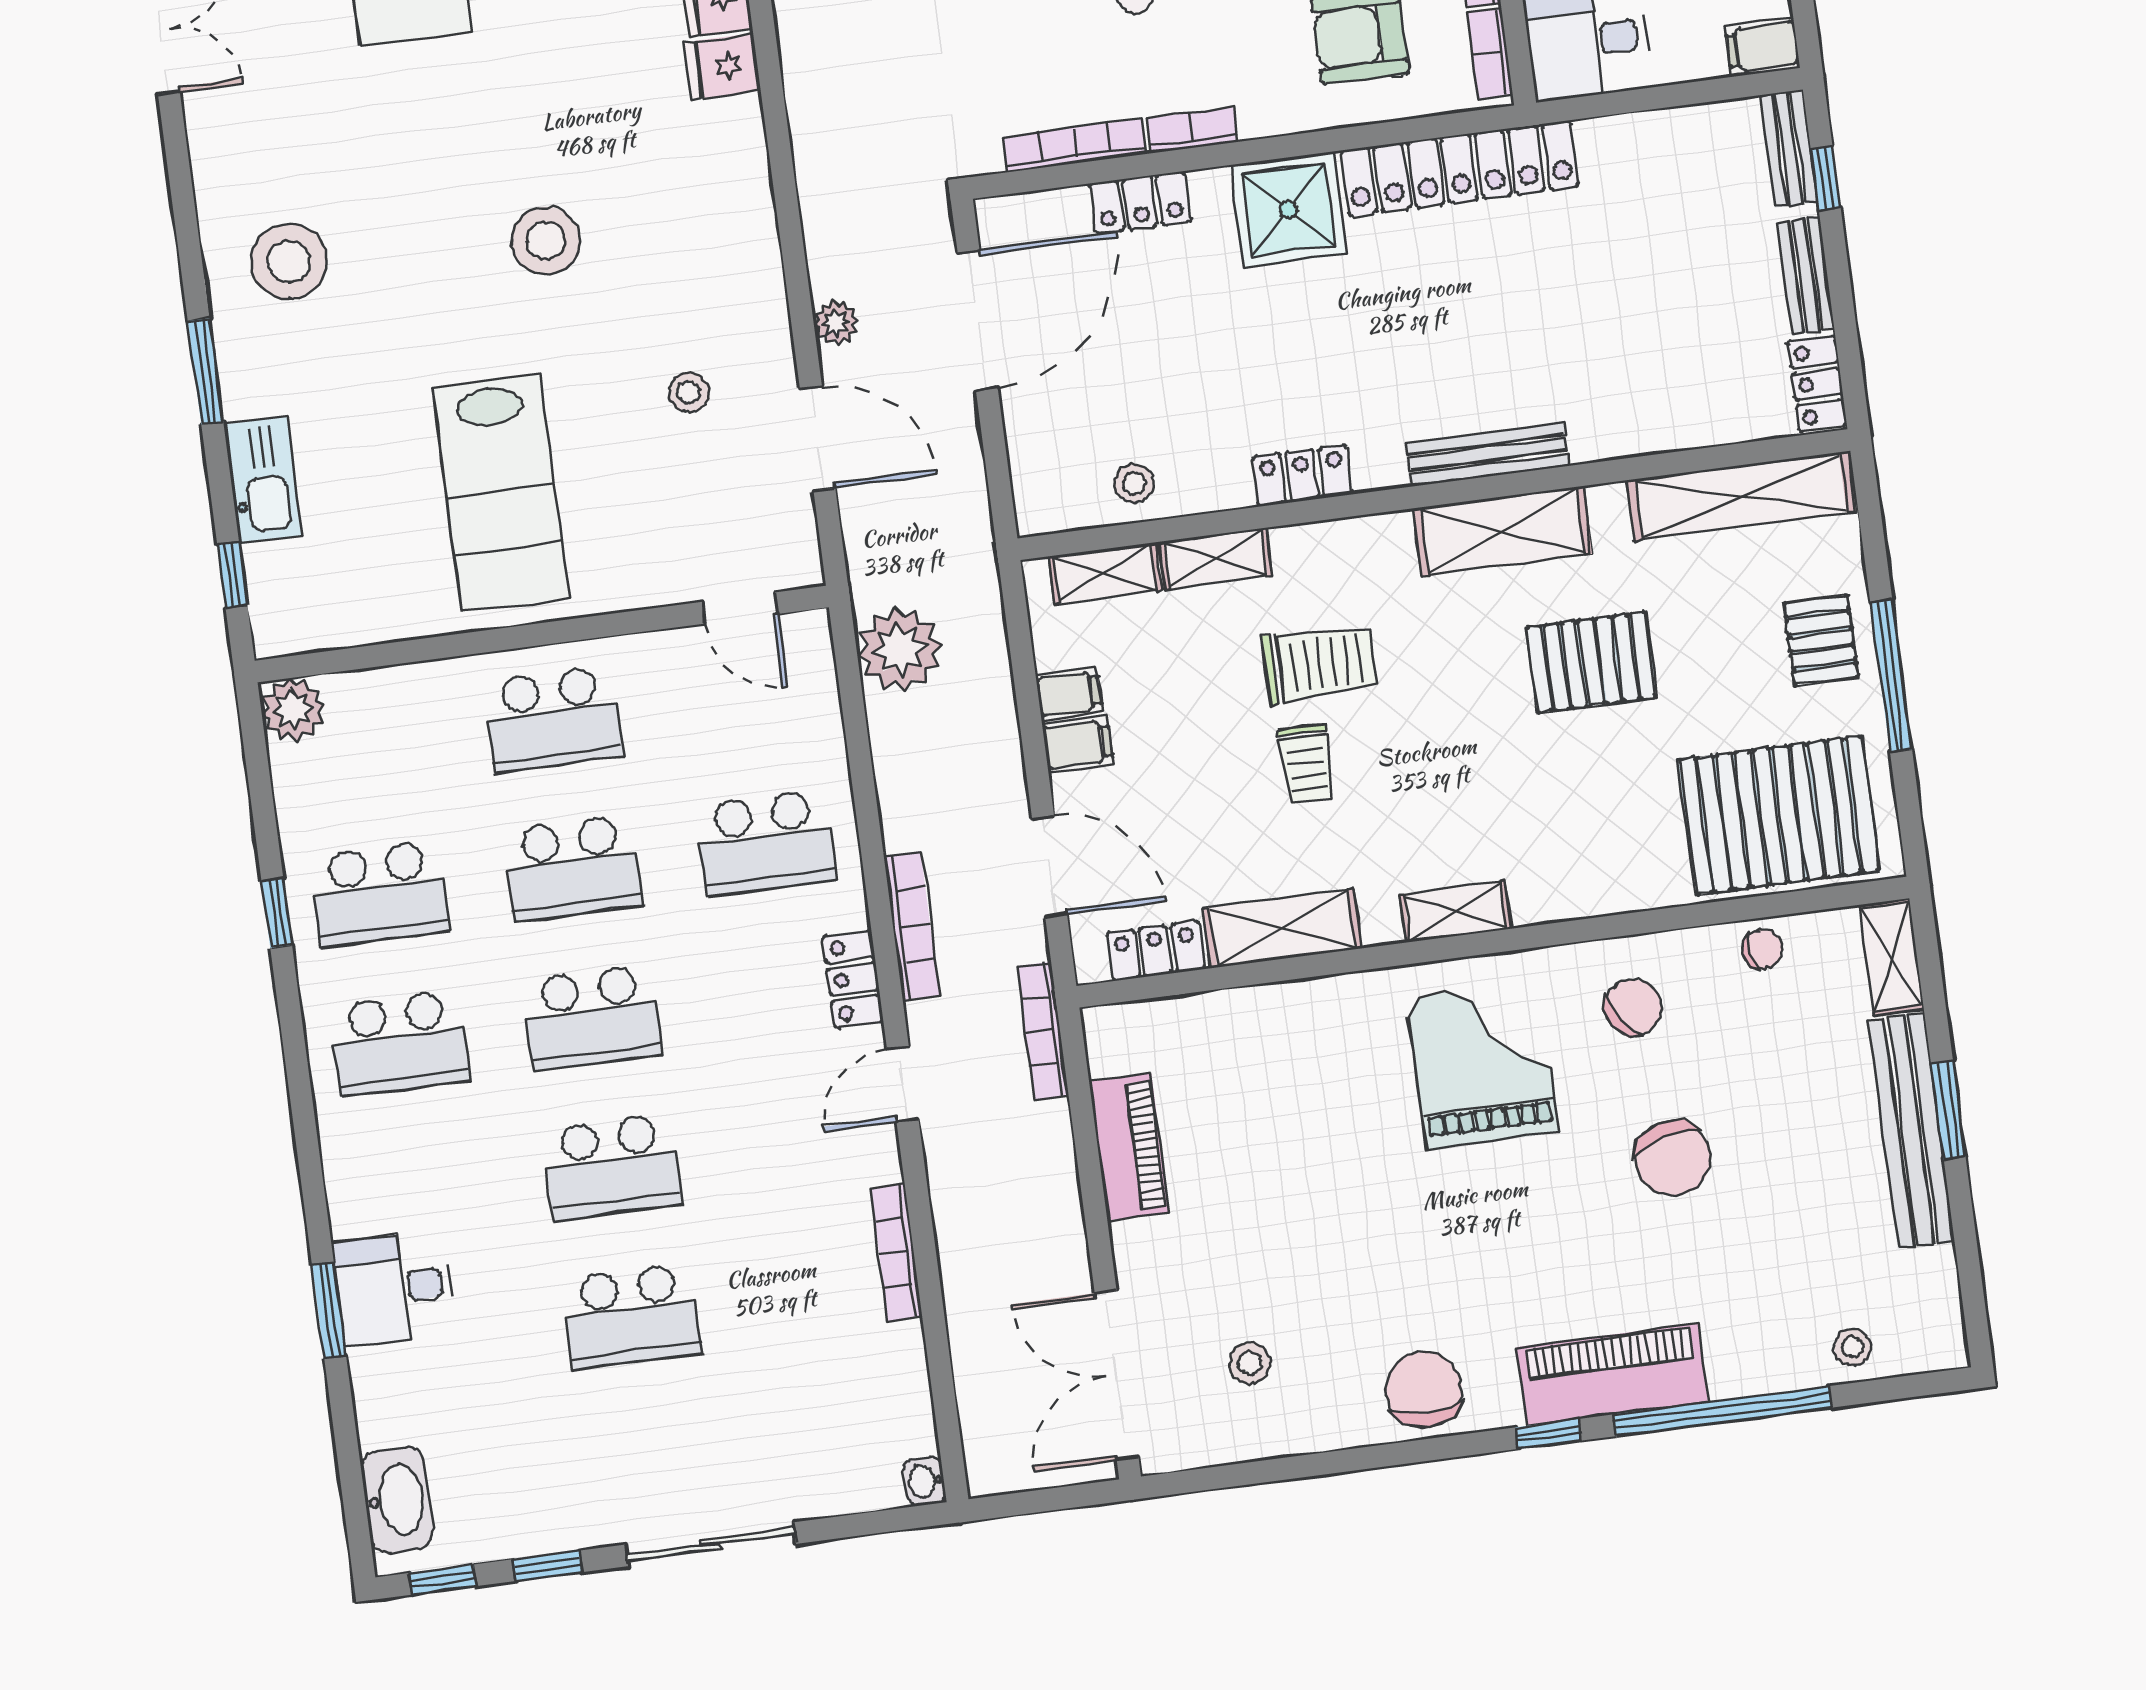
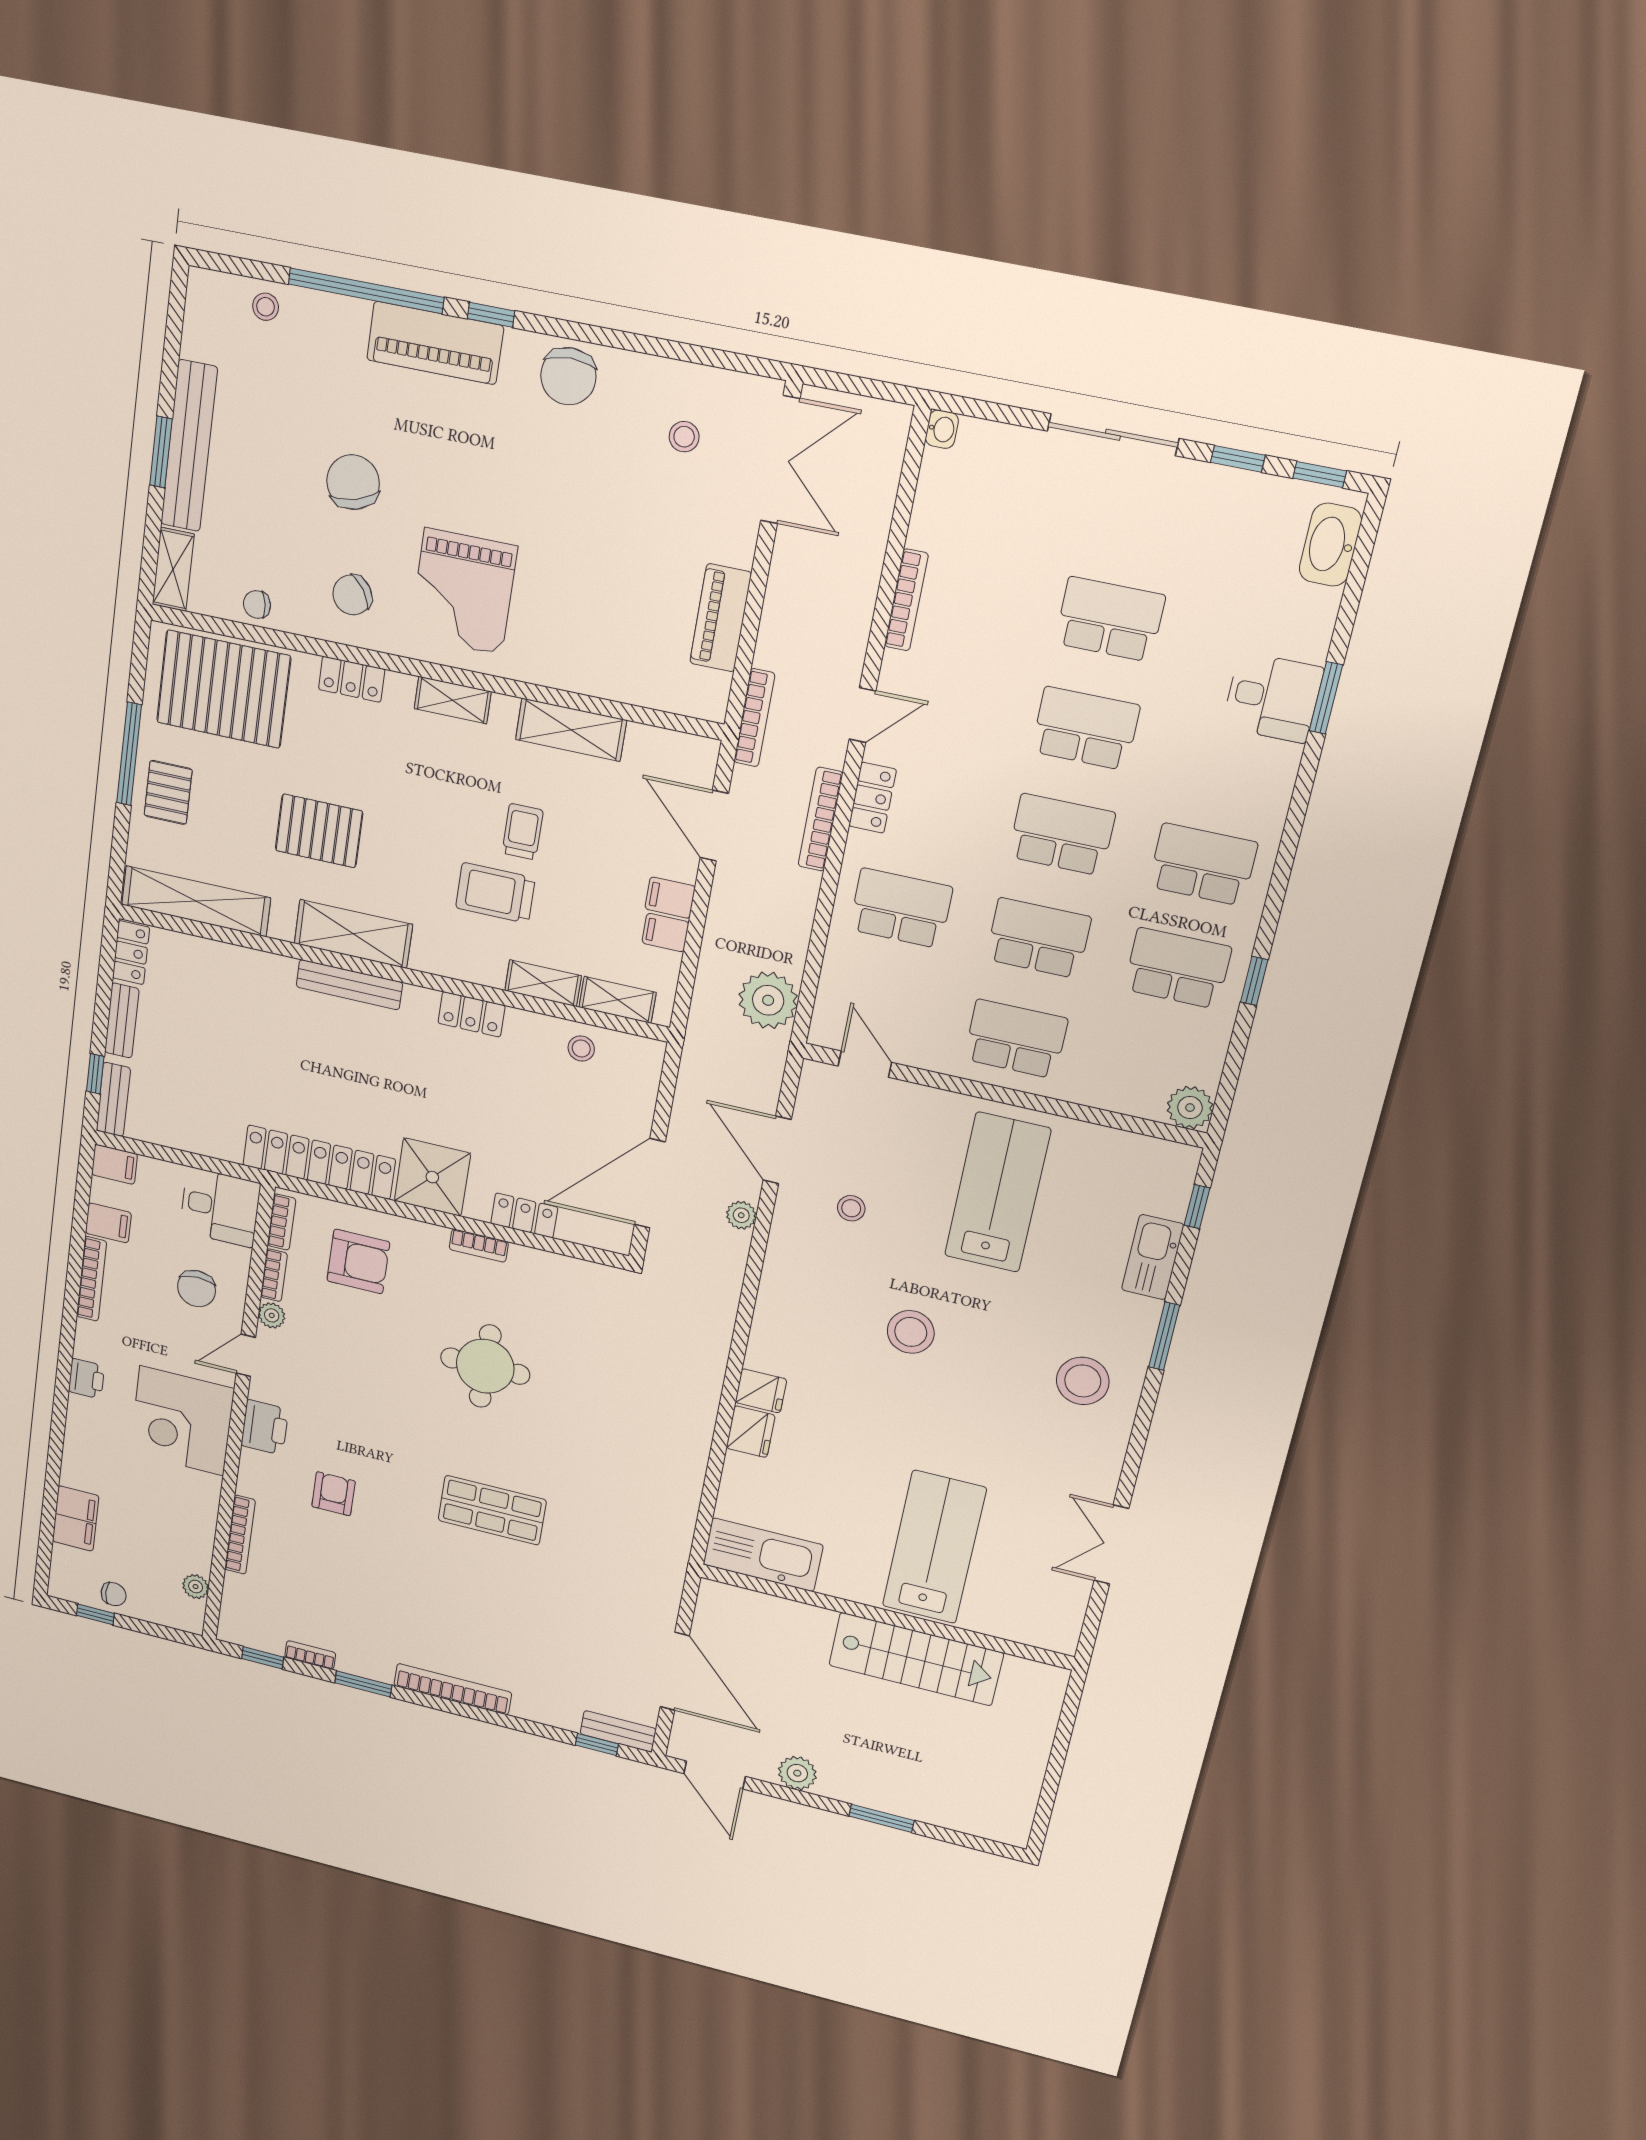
bookcase: (1075, 145) -> (555, 1264), removed
locker: (1155, 951) -> (352, 679), moved

